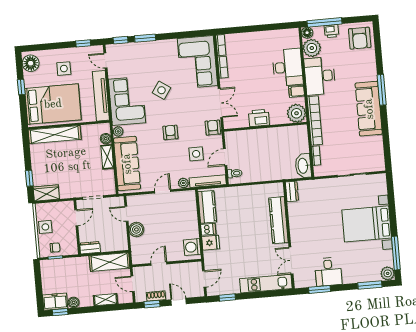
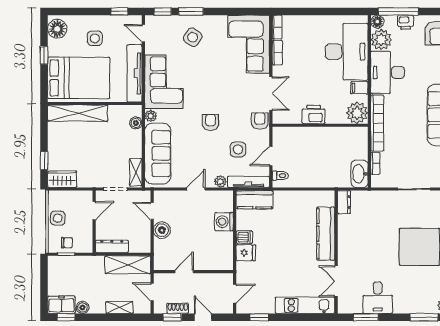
desk: (288, 67) -> (347, 52), width x1.36, depth x1.30
side table: (162, 90) -> (193, 37), moved
shelving: (107, 157) -> (136, 172), moved
kitchen counter: (207, 207) -> (254, 200), moved, turned 90
washing machine: (192, 247) -> (224, 222), moved
dresser: (90, 248) -> (112, 246), width x1.44

